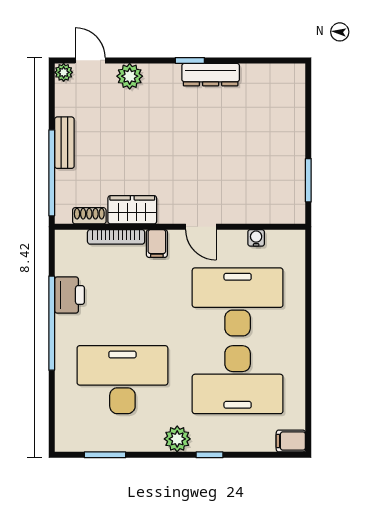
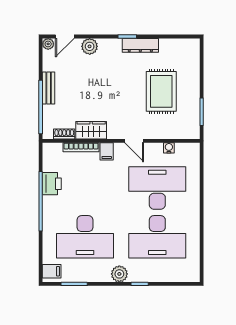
door: (90, 60) -> (65, 36), swing flipped
rug: (244, 148) -> (161, 91), added
desk: (122, 380) -> (85, 237), turned 180
filing cabinet: (291, 441) -> (52, 271), moved, turned 180

